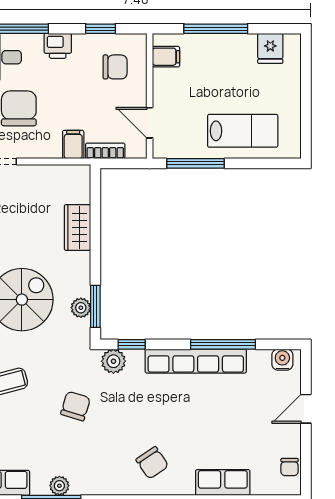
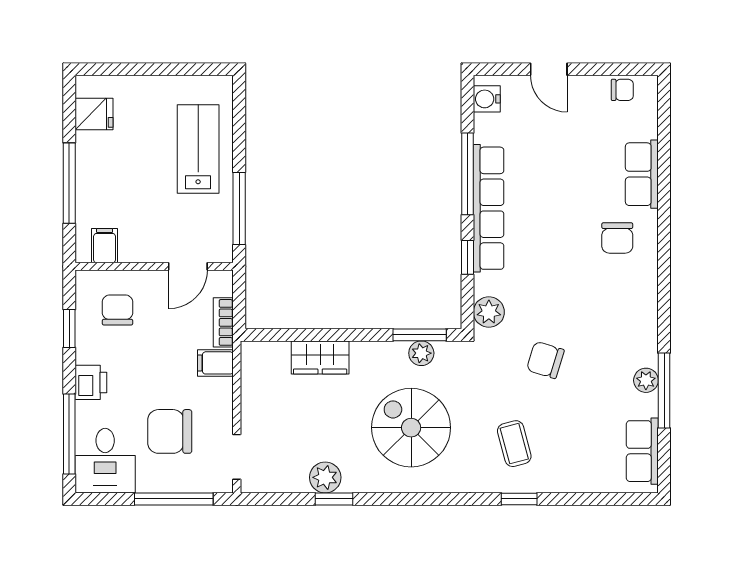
window: (132, 344) -> (468, 257), moved
chair: (152, 463) -> (617, 238), moved, turned 124

